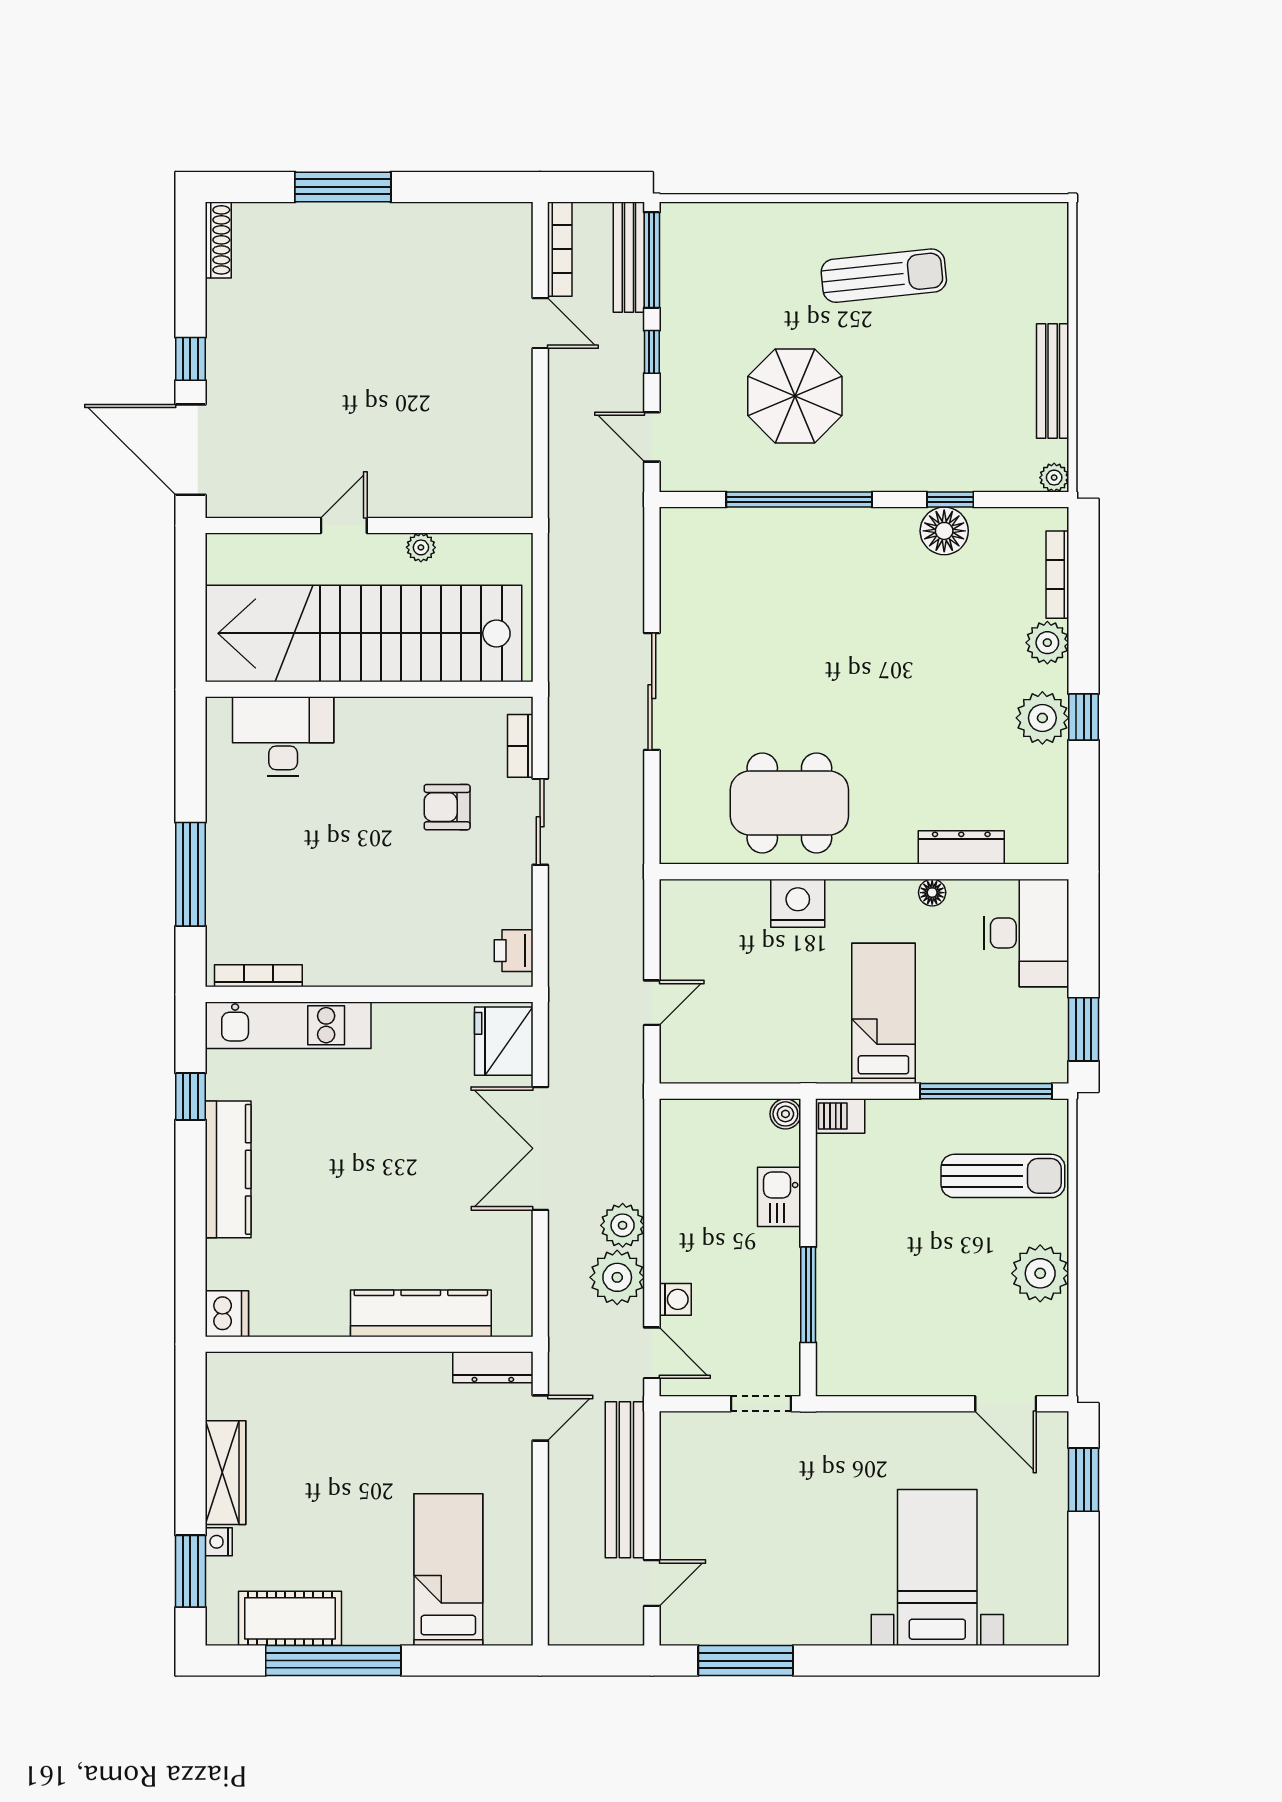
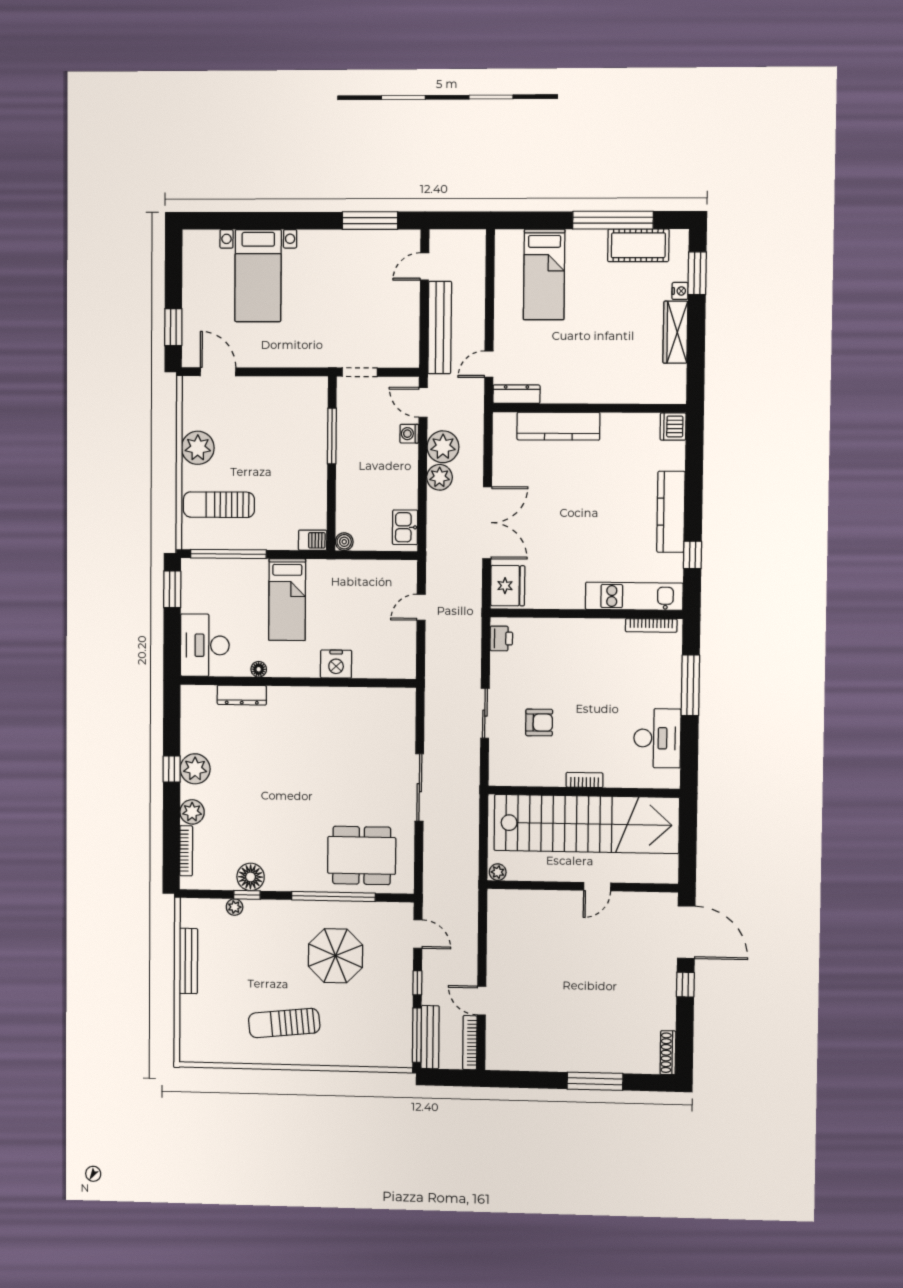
plant: (1054, 478) -> (235, 907), moved
plant: (421, 547) -> (498, 872), moved
desk: (283, 736) -> (657, 738), moved, turned -90
bookcase: (520, 746) -> (584, 780), moved, turned -90
dining table: (789, 803) -> (362, 855), moved
kitchen sink: (779, 1197) -> (405, 527), moved, turned 180

